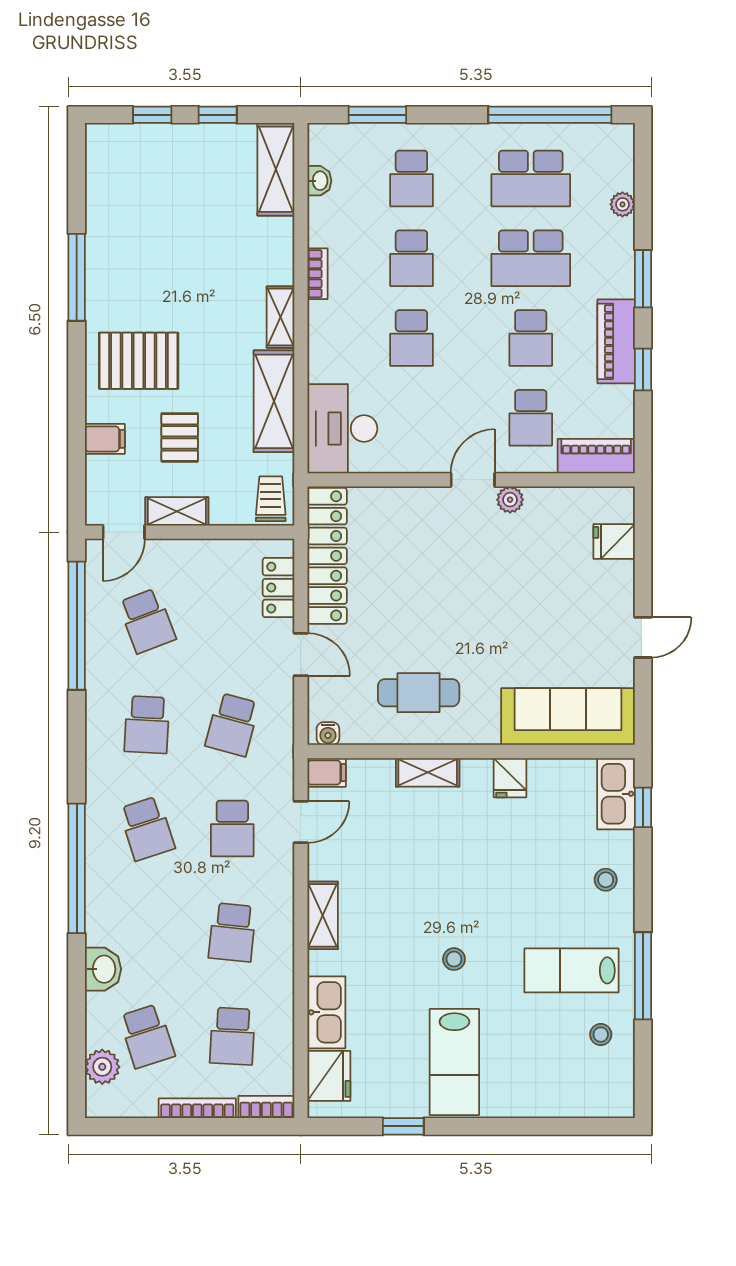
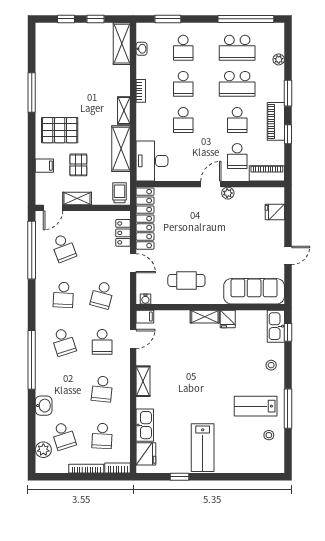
shelving: (428, 772) -> (205, 317), moved
stool: (454, 959) -> (202, 401), removed

